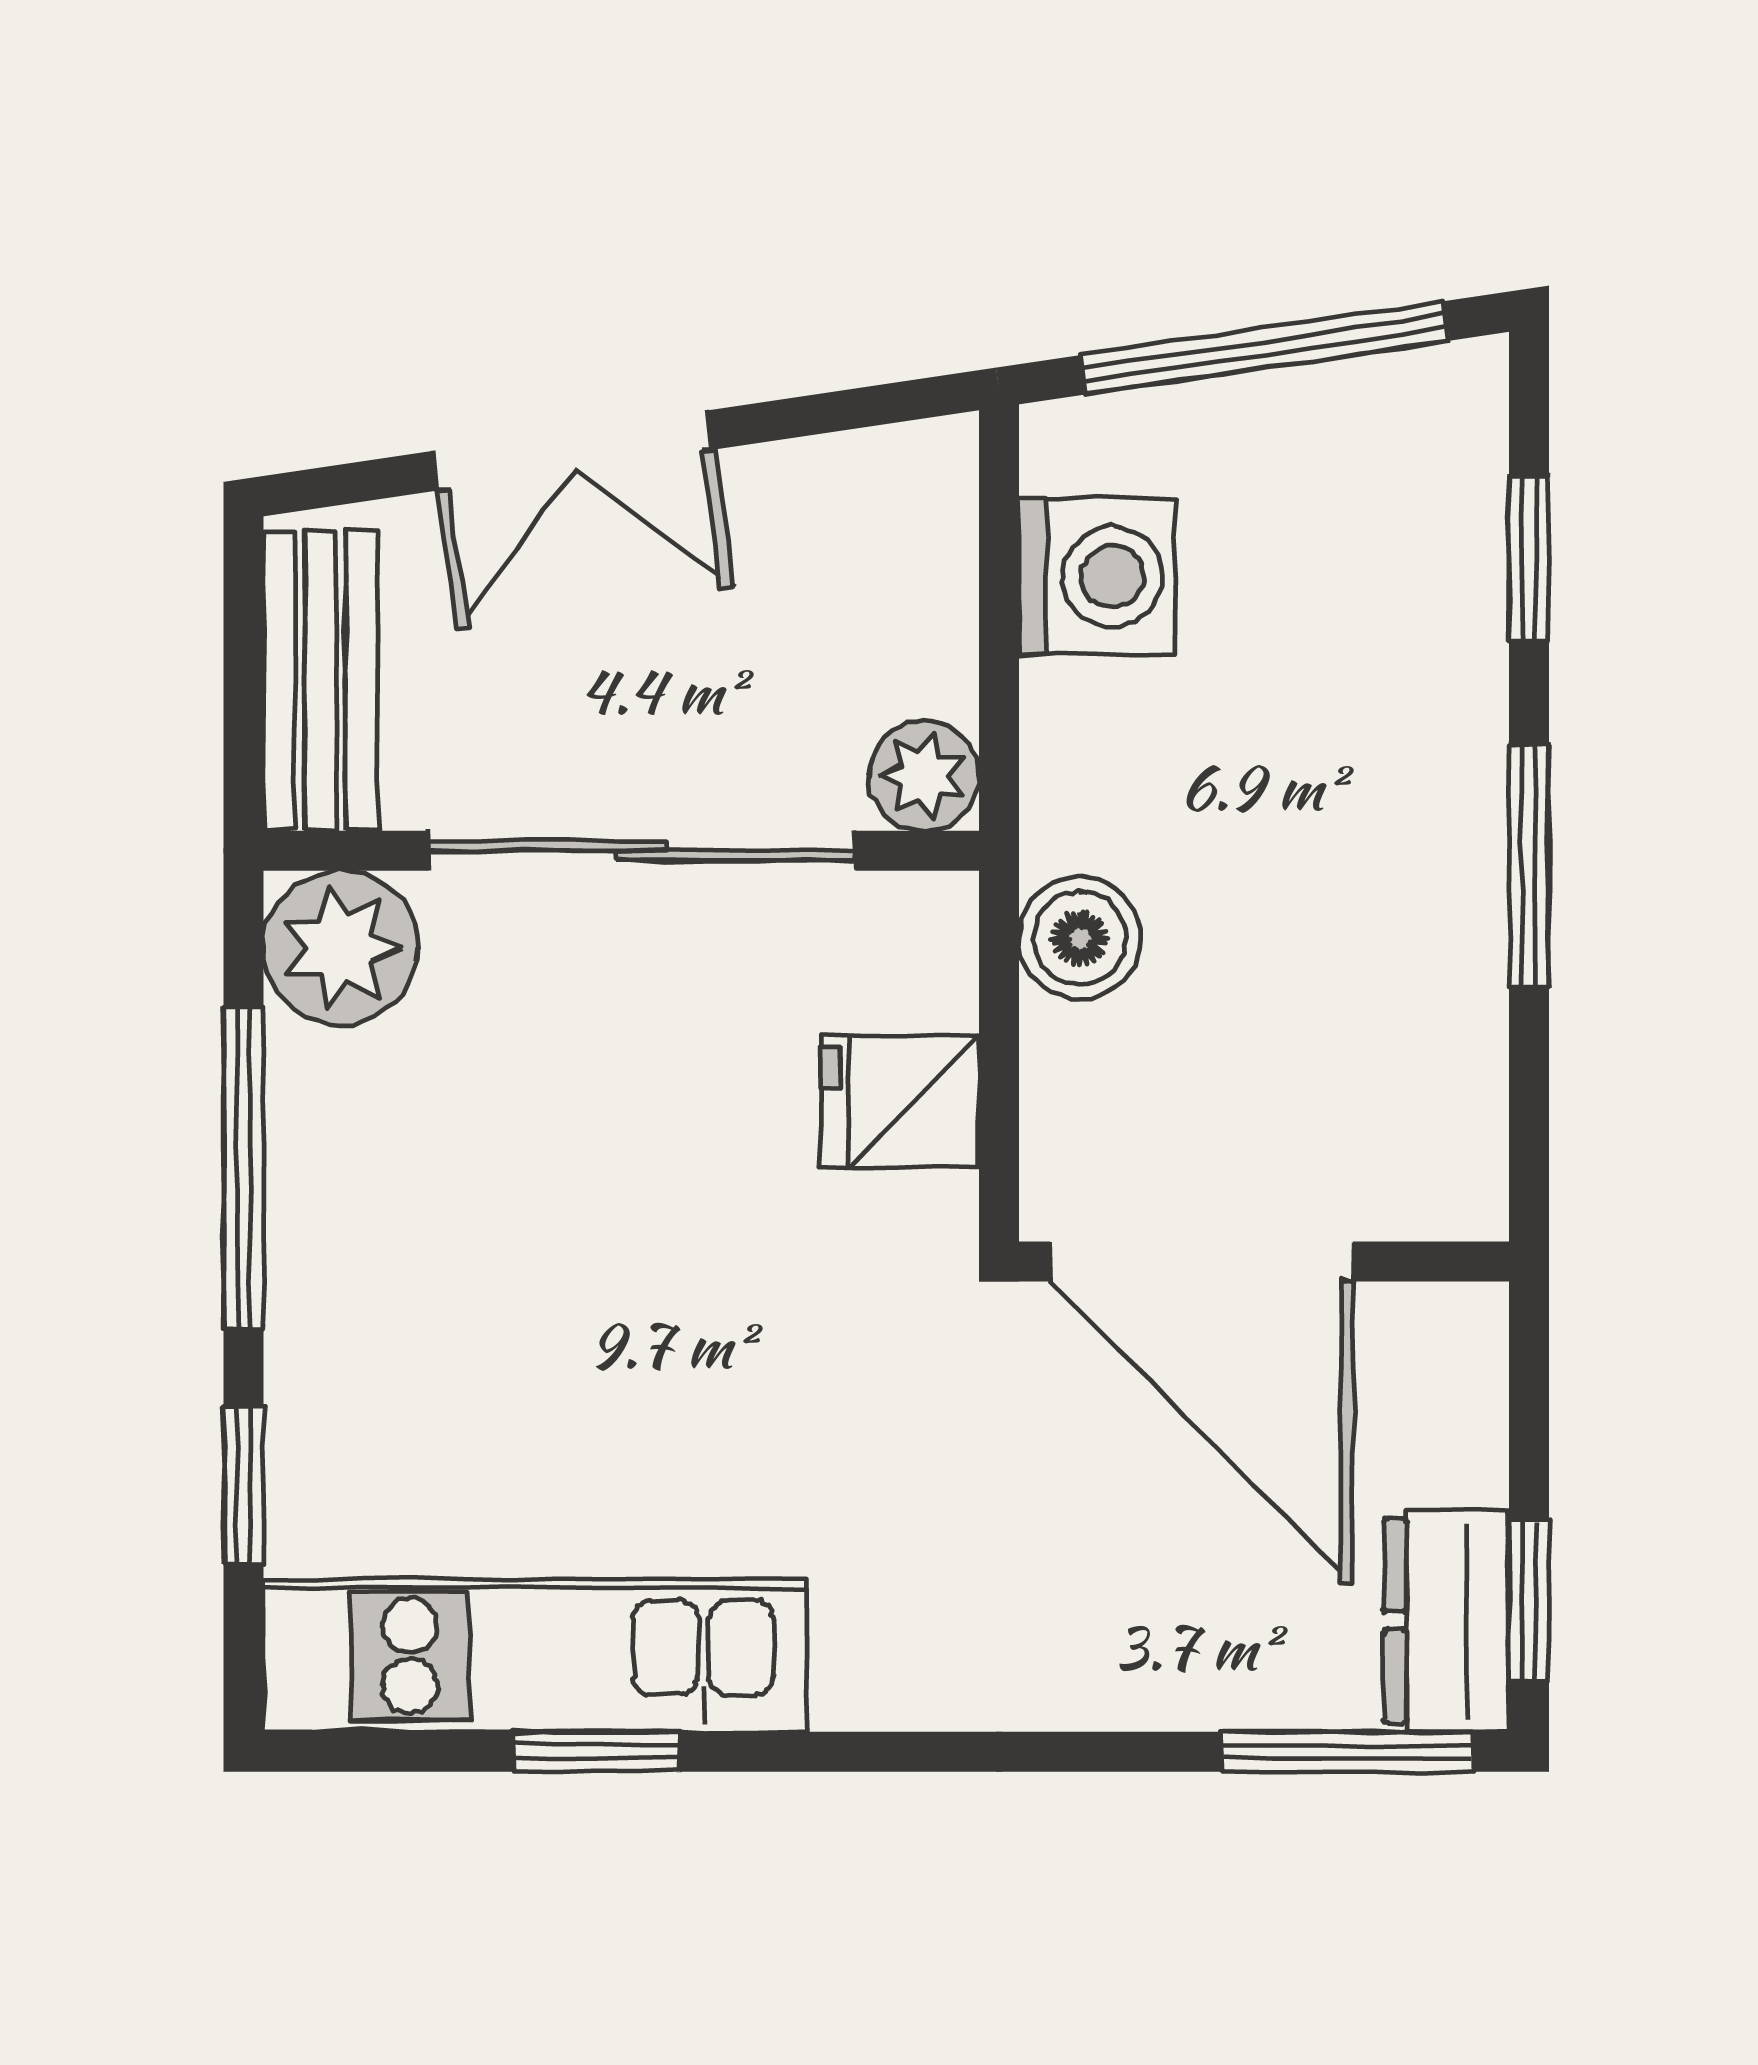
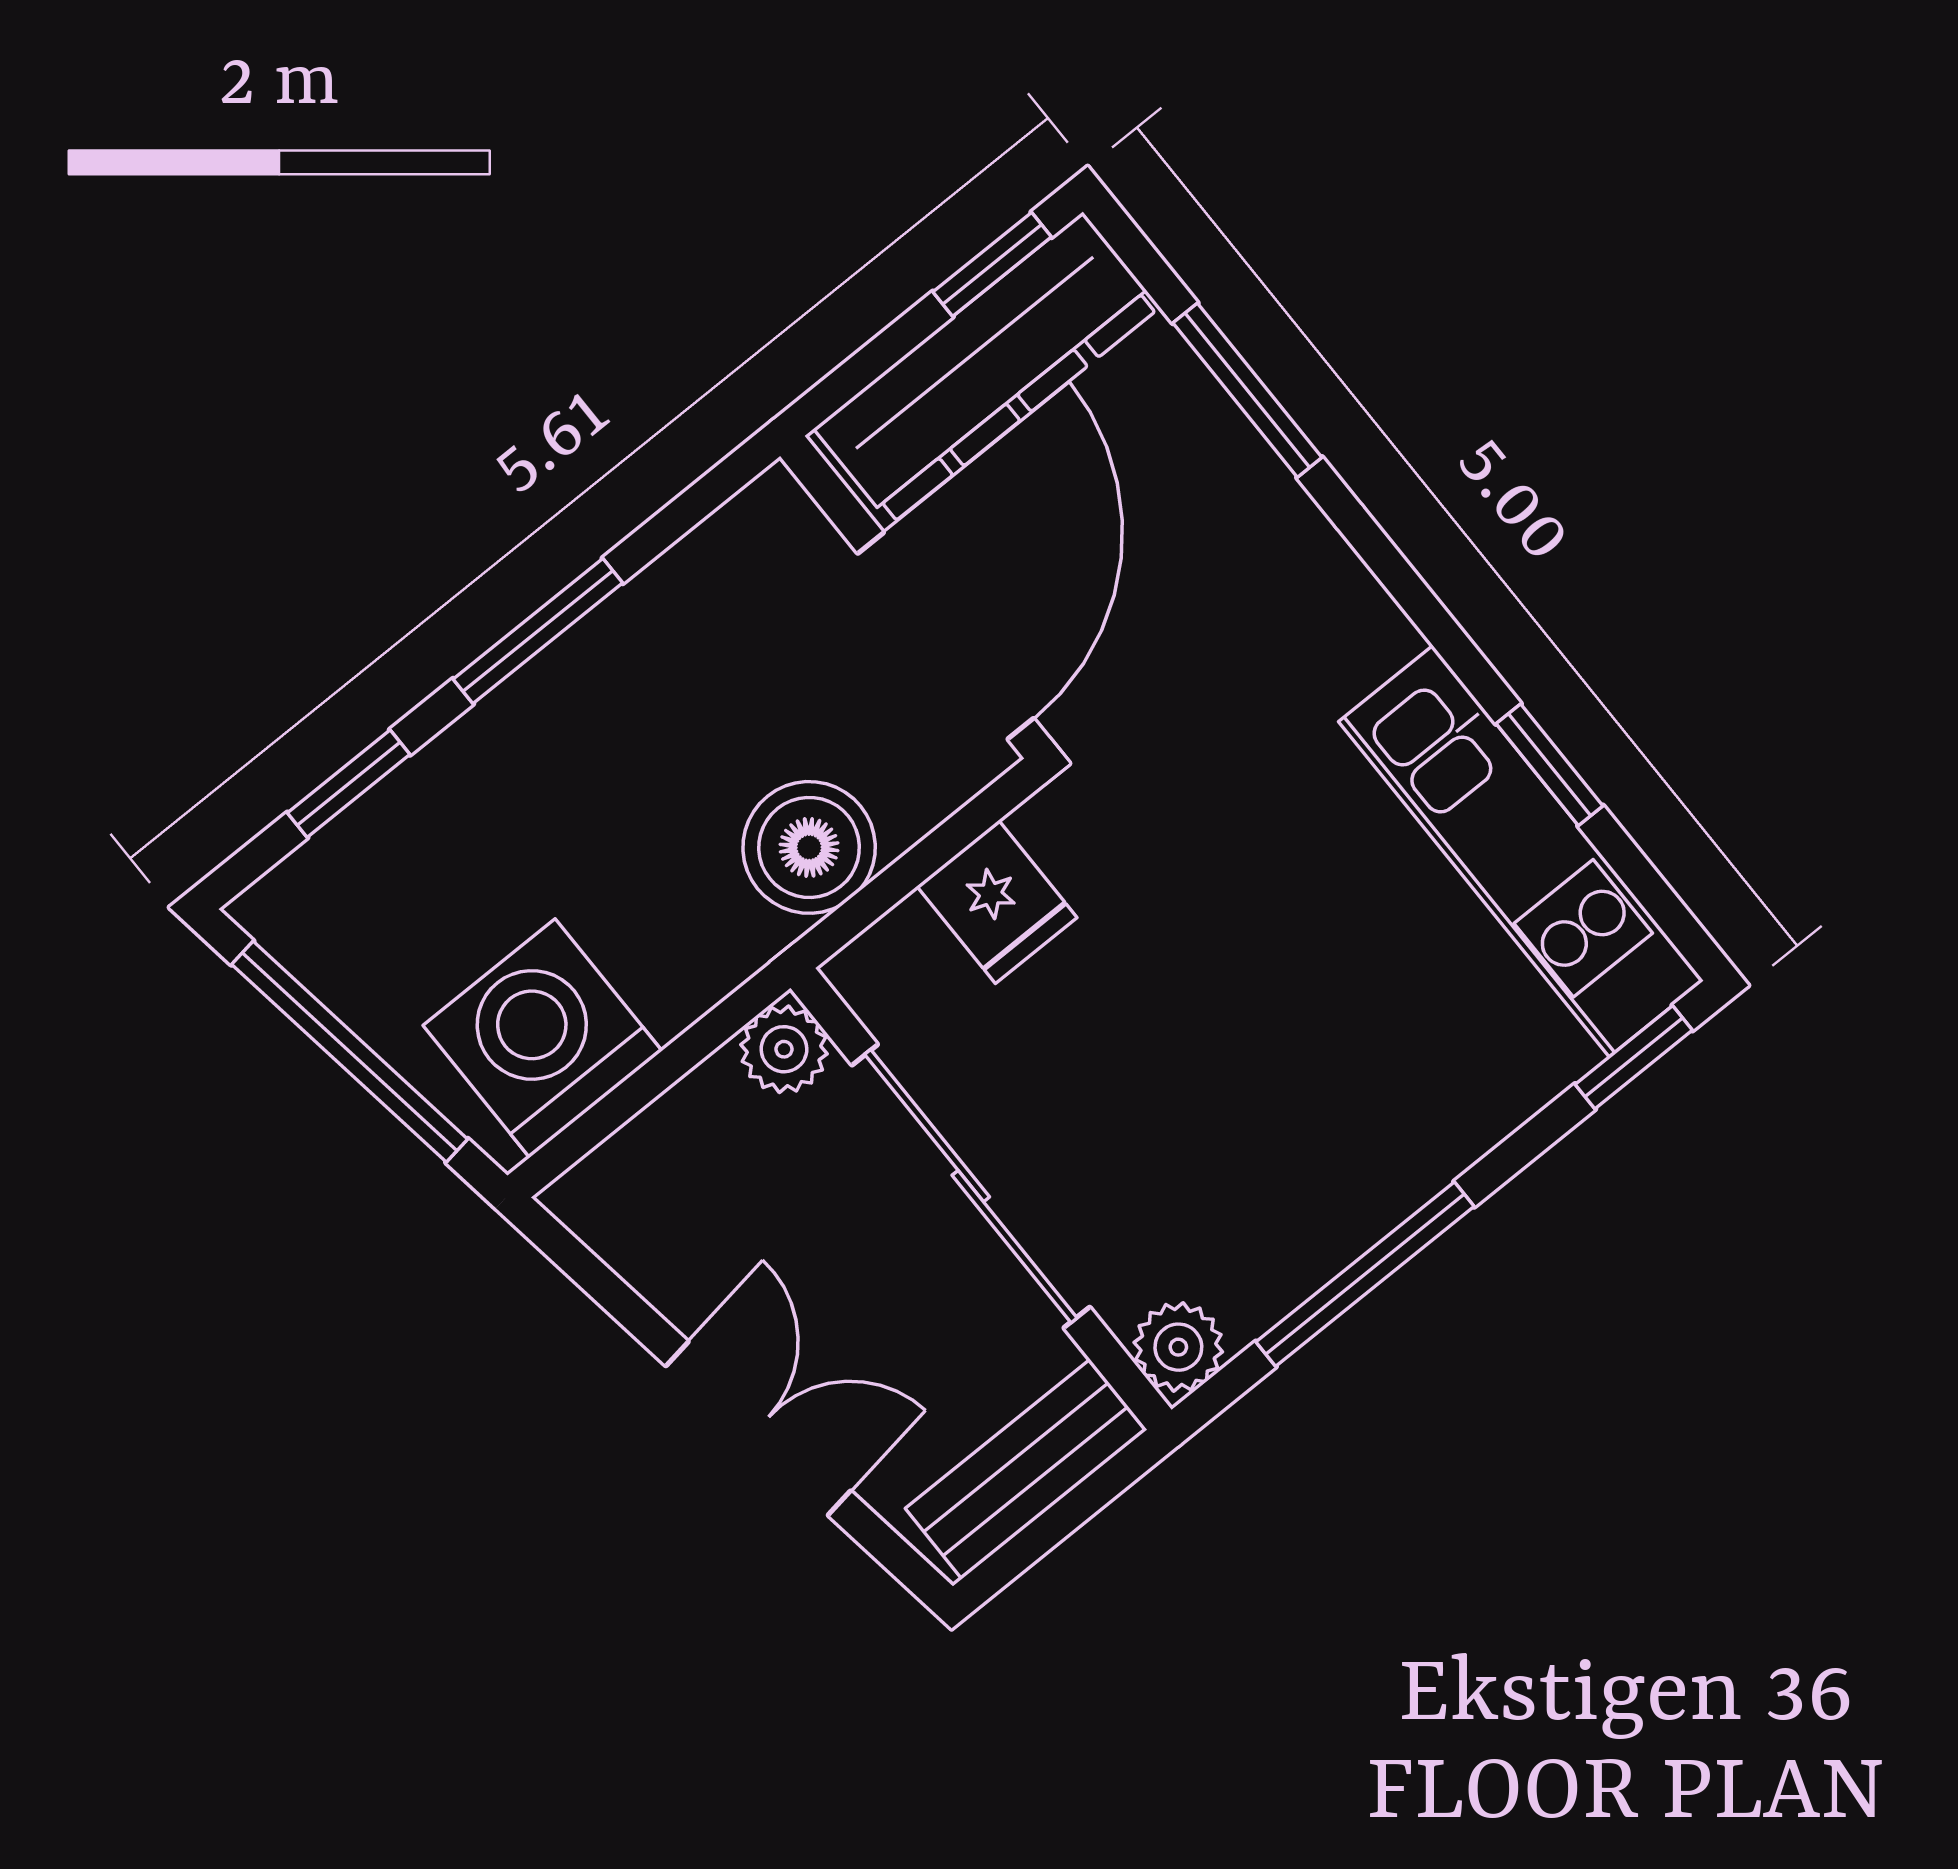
washing machine: (1097, 577) -> (542, 1038), width x1.37, depth x1.37
boiler: (1080, 938) -> (809, 847), width x1.36, depth x1.36
plant: (341, 948) -> (1178, 1347), width x0.73, depth x0.73
window: (244, 1486) -> (1634, 1057), moved
dresser: (1447, 1621) -> (987, 368), width x1.96, depth x1.24
window: (1347, 1752) -> (1247, 390), moved

